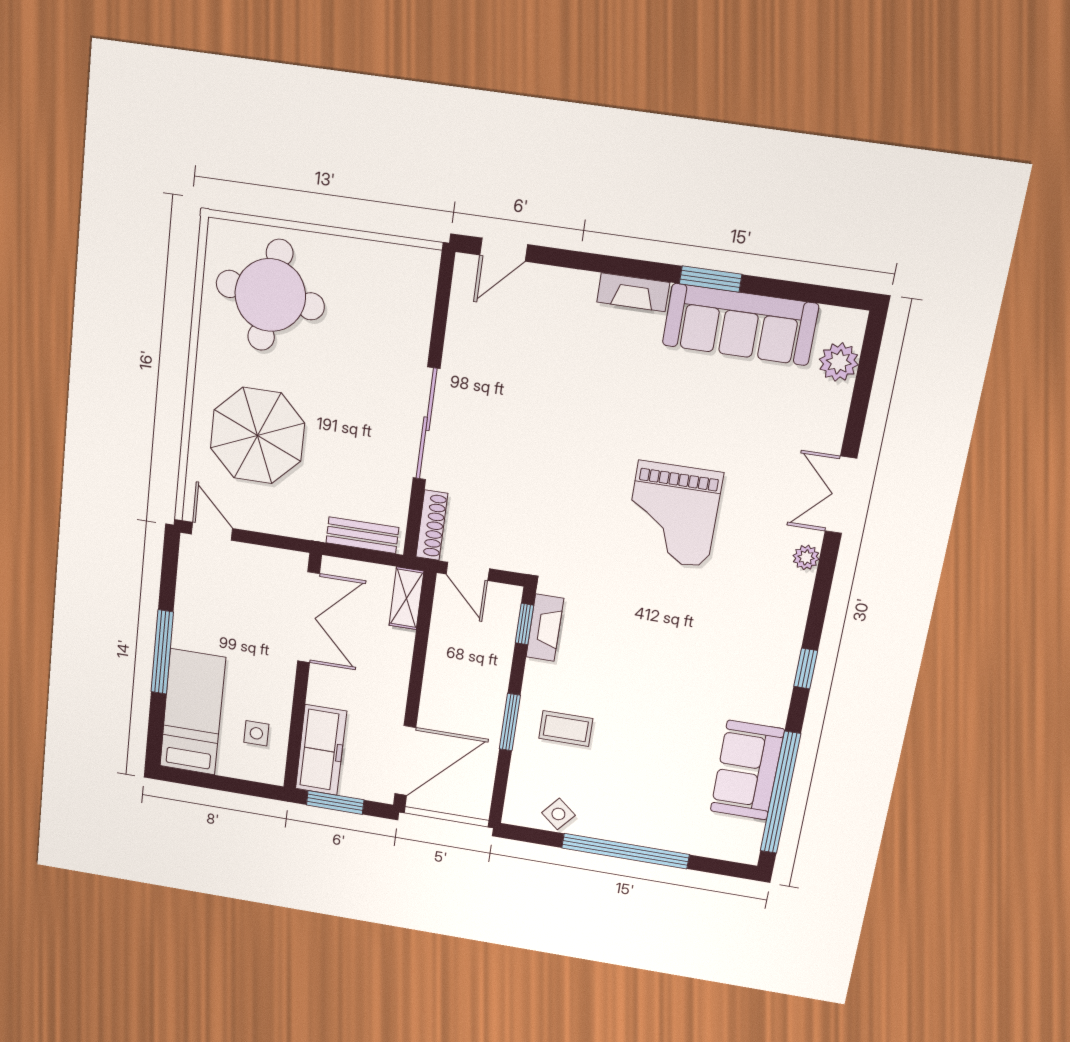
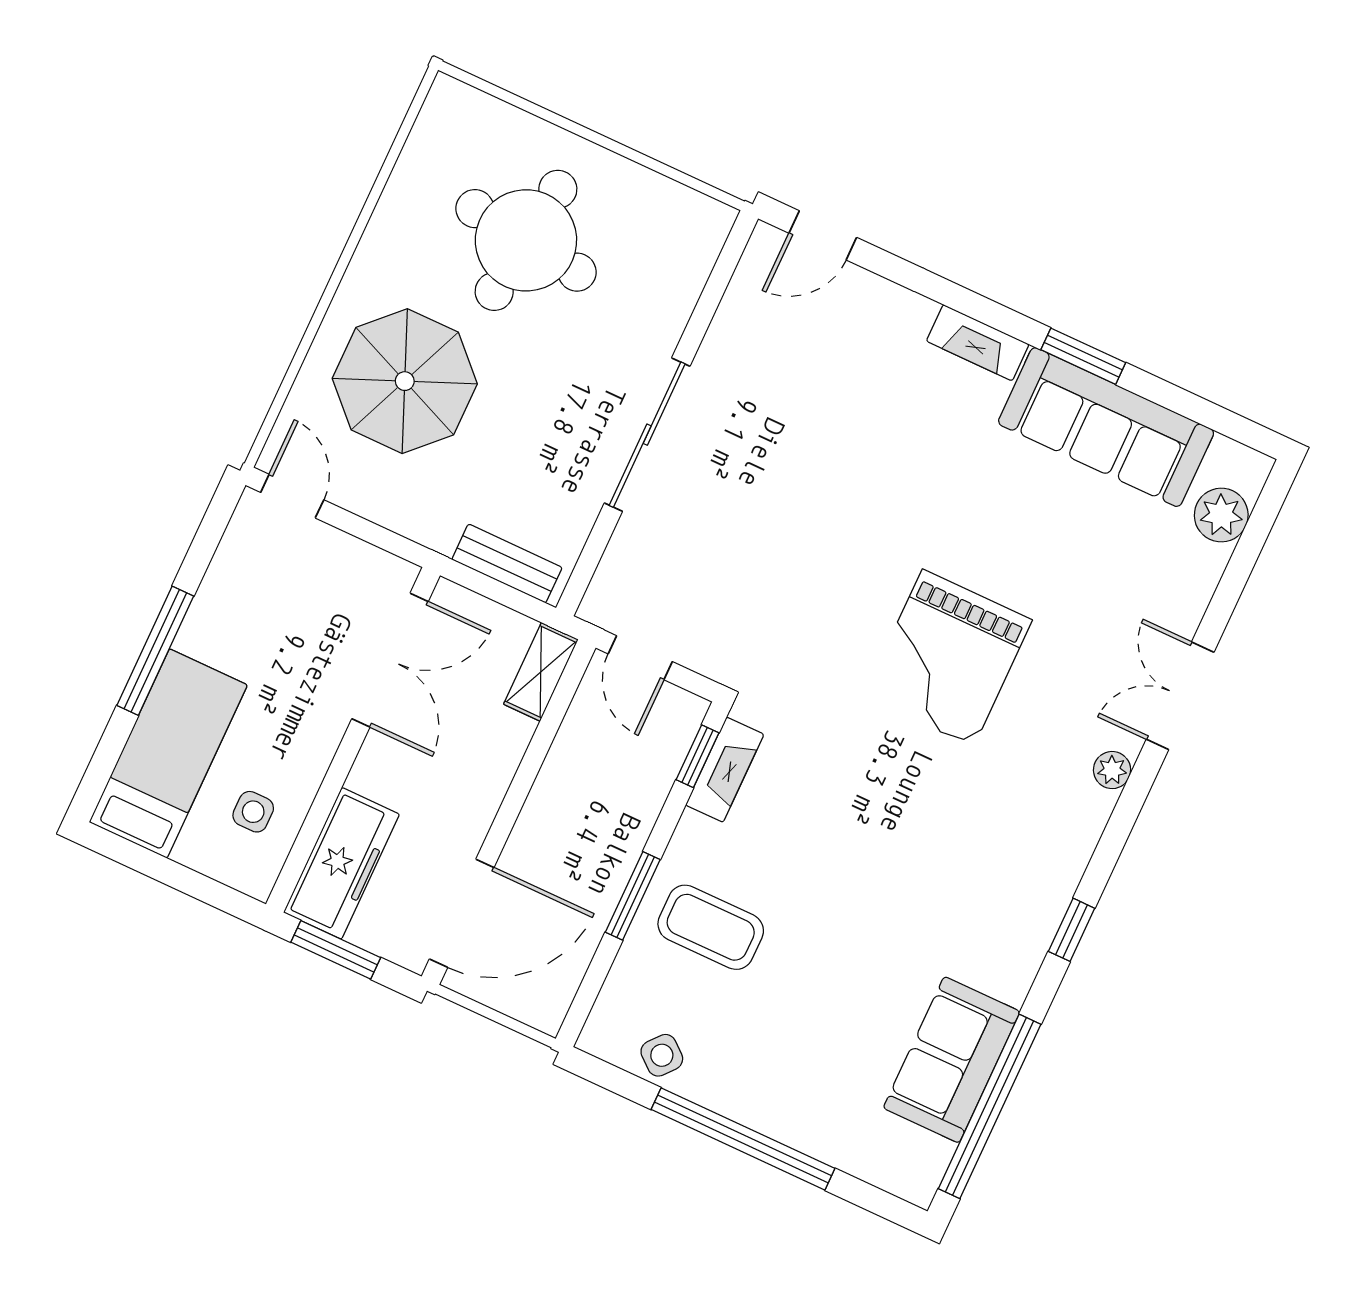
round table: (270, 295) -> (526, 240), moved
shoe rack: (432, 525) -> (610, 578), removed
coffee table: (566, 728) -> (711, 927), width x1.36, depth x1.30

